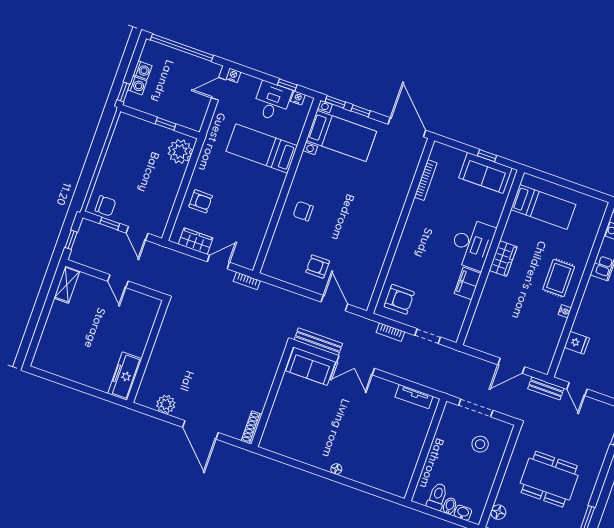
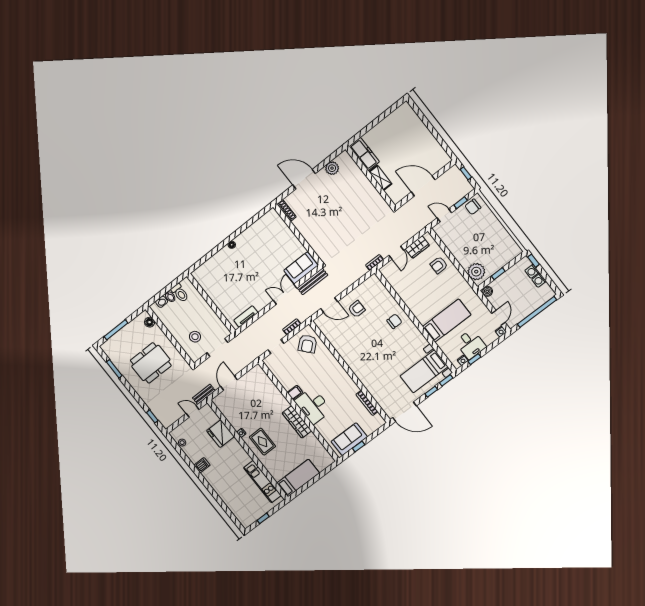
boiler: (195, 123) -> (487, 291), added
bed: (543, 207) -> (298, 478), moved, turned 180
wardrobe: (503, 259) -> (297, 422), width x1.50
door: (118, 281) -> (423, 186), width x1.88
filing cabinet: (468, 283) -> (295, 392), width x0.50
shelving: (67, 285) -> (380, 178), moved
armchair: (399, 299) -> (307, 344), turned -41
fridge: (577, 343) -> (220, 434), width x1.88, depth x1.34

